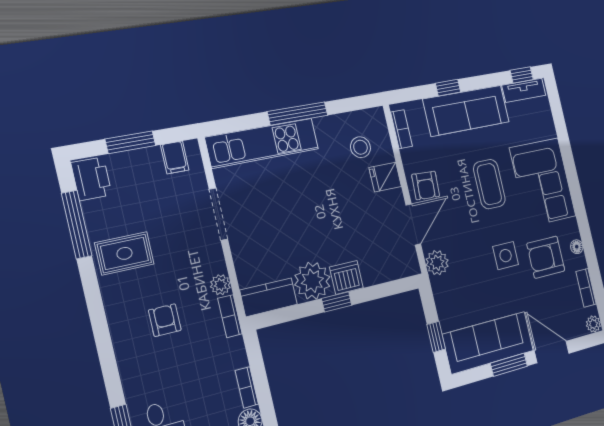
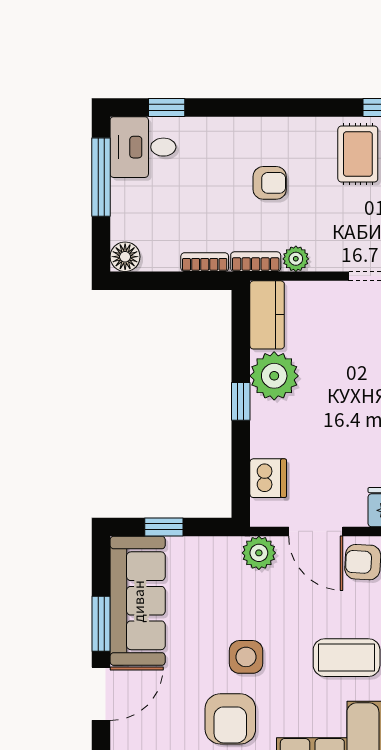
armchair: (546, 257) -> (230, 719), turned 180
dishwasher: (346, 277) -> (268, 478), moved
bookcase: (247, 387) -> (205, 262), moved

